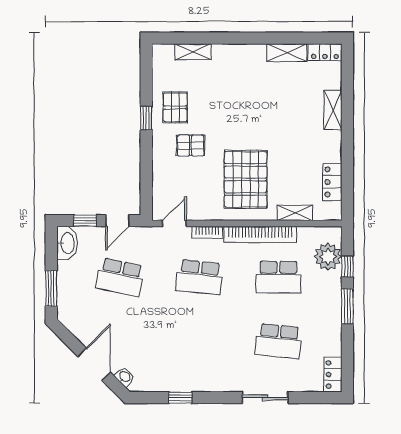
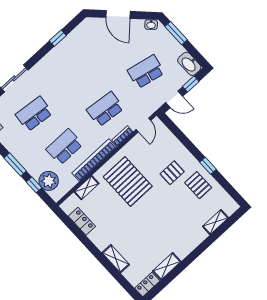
door: (117, 221) -> (174, 99), swing flipped
washbasin: (125, 377) -> (151, 25), moved

